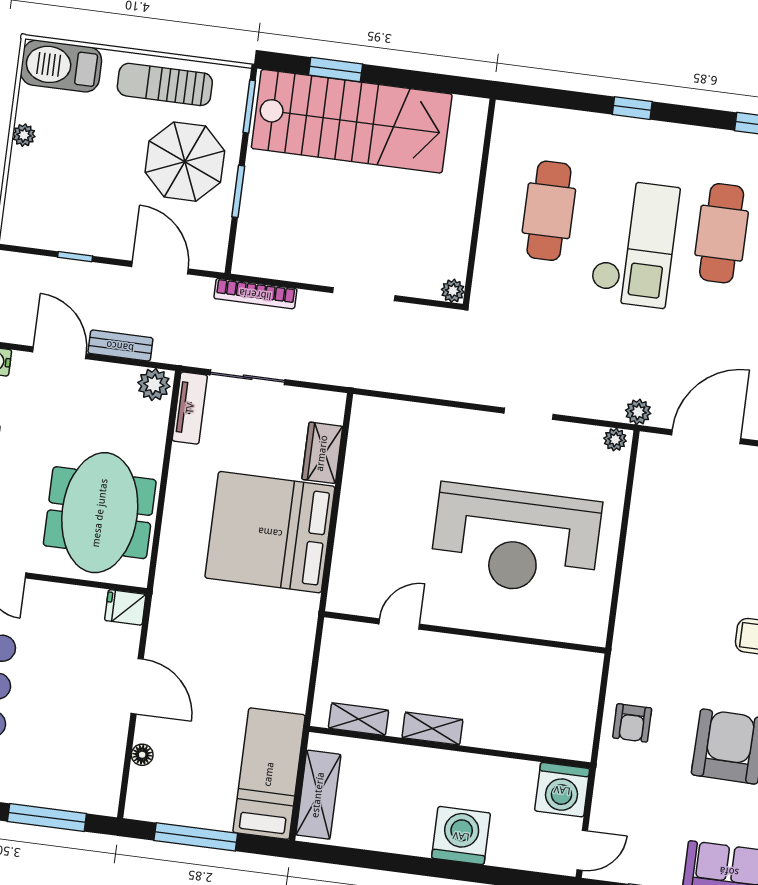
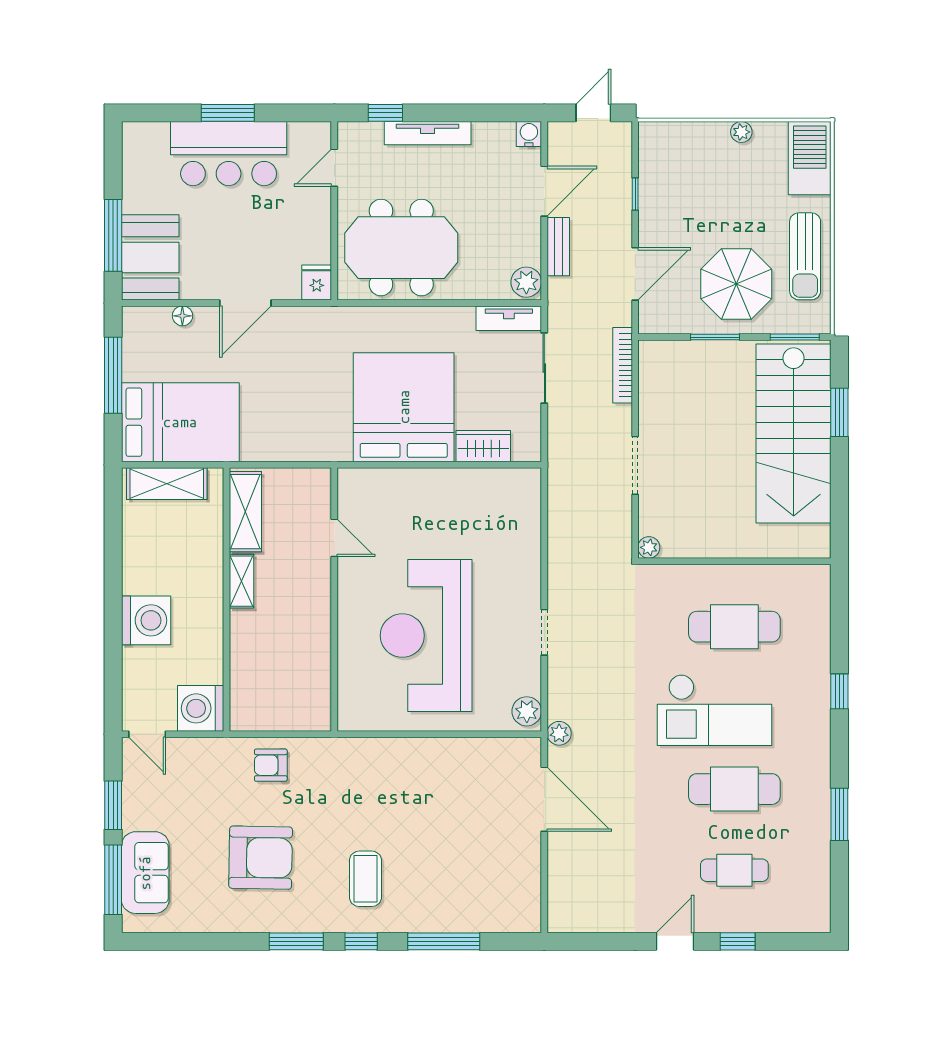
sun lounger: (165, 84) -> (805, 256), turned 180
plant: (615, 440) -> (527, 711), width x1.38, depth x1.38
shelving: (358, 719) -> (245, 512), width x1.50, depth x1.33
bed: (269, 774) -> (180, 422), width x1.50
booth: (76, 781) -> (150, 257), added

